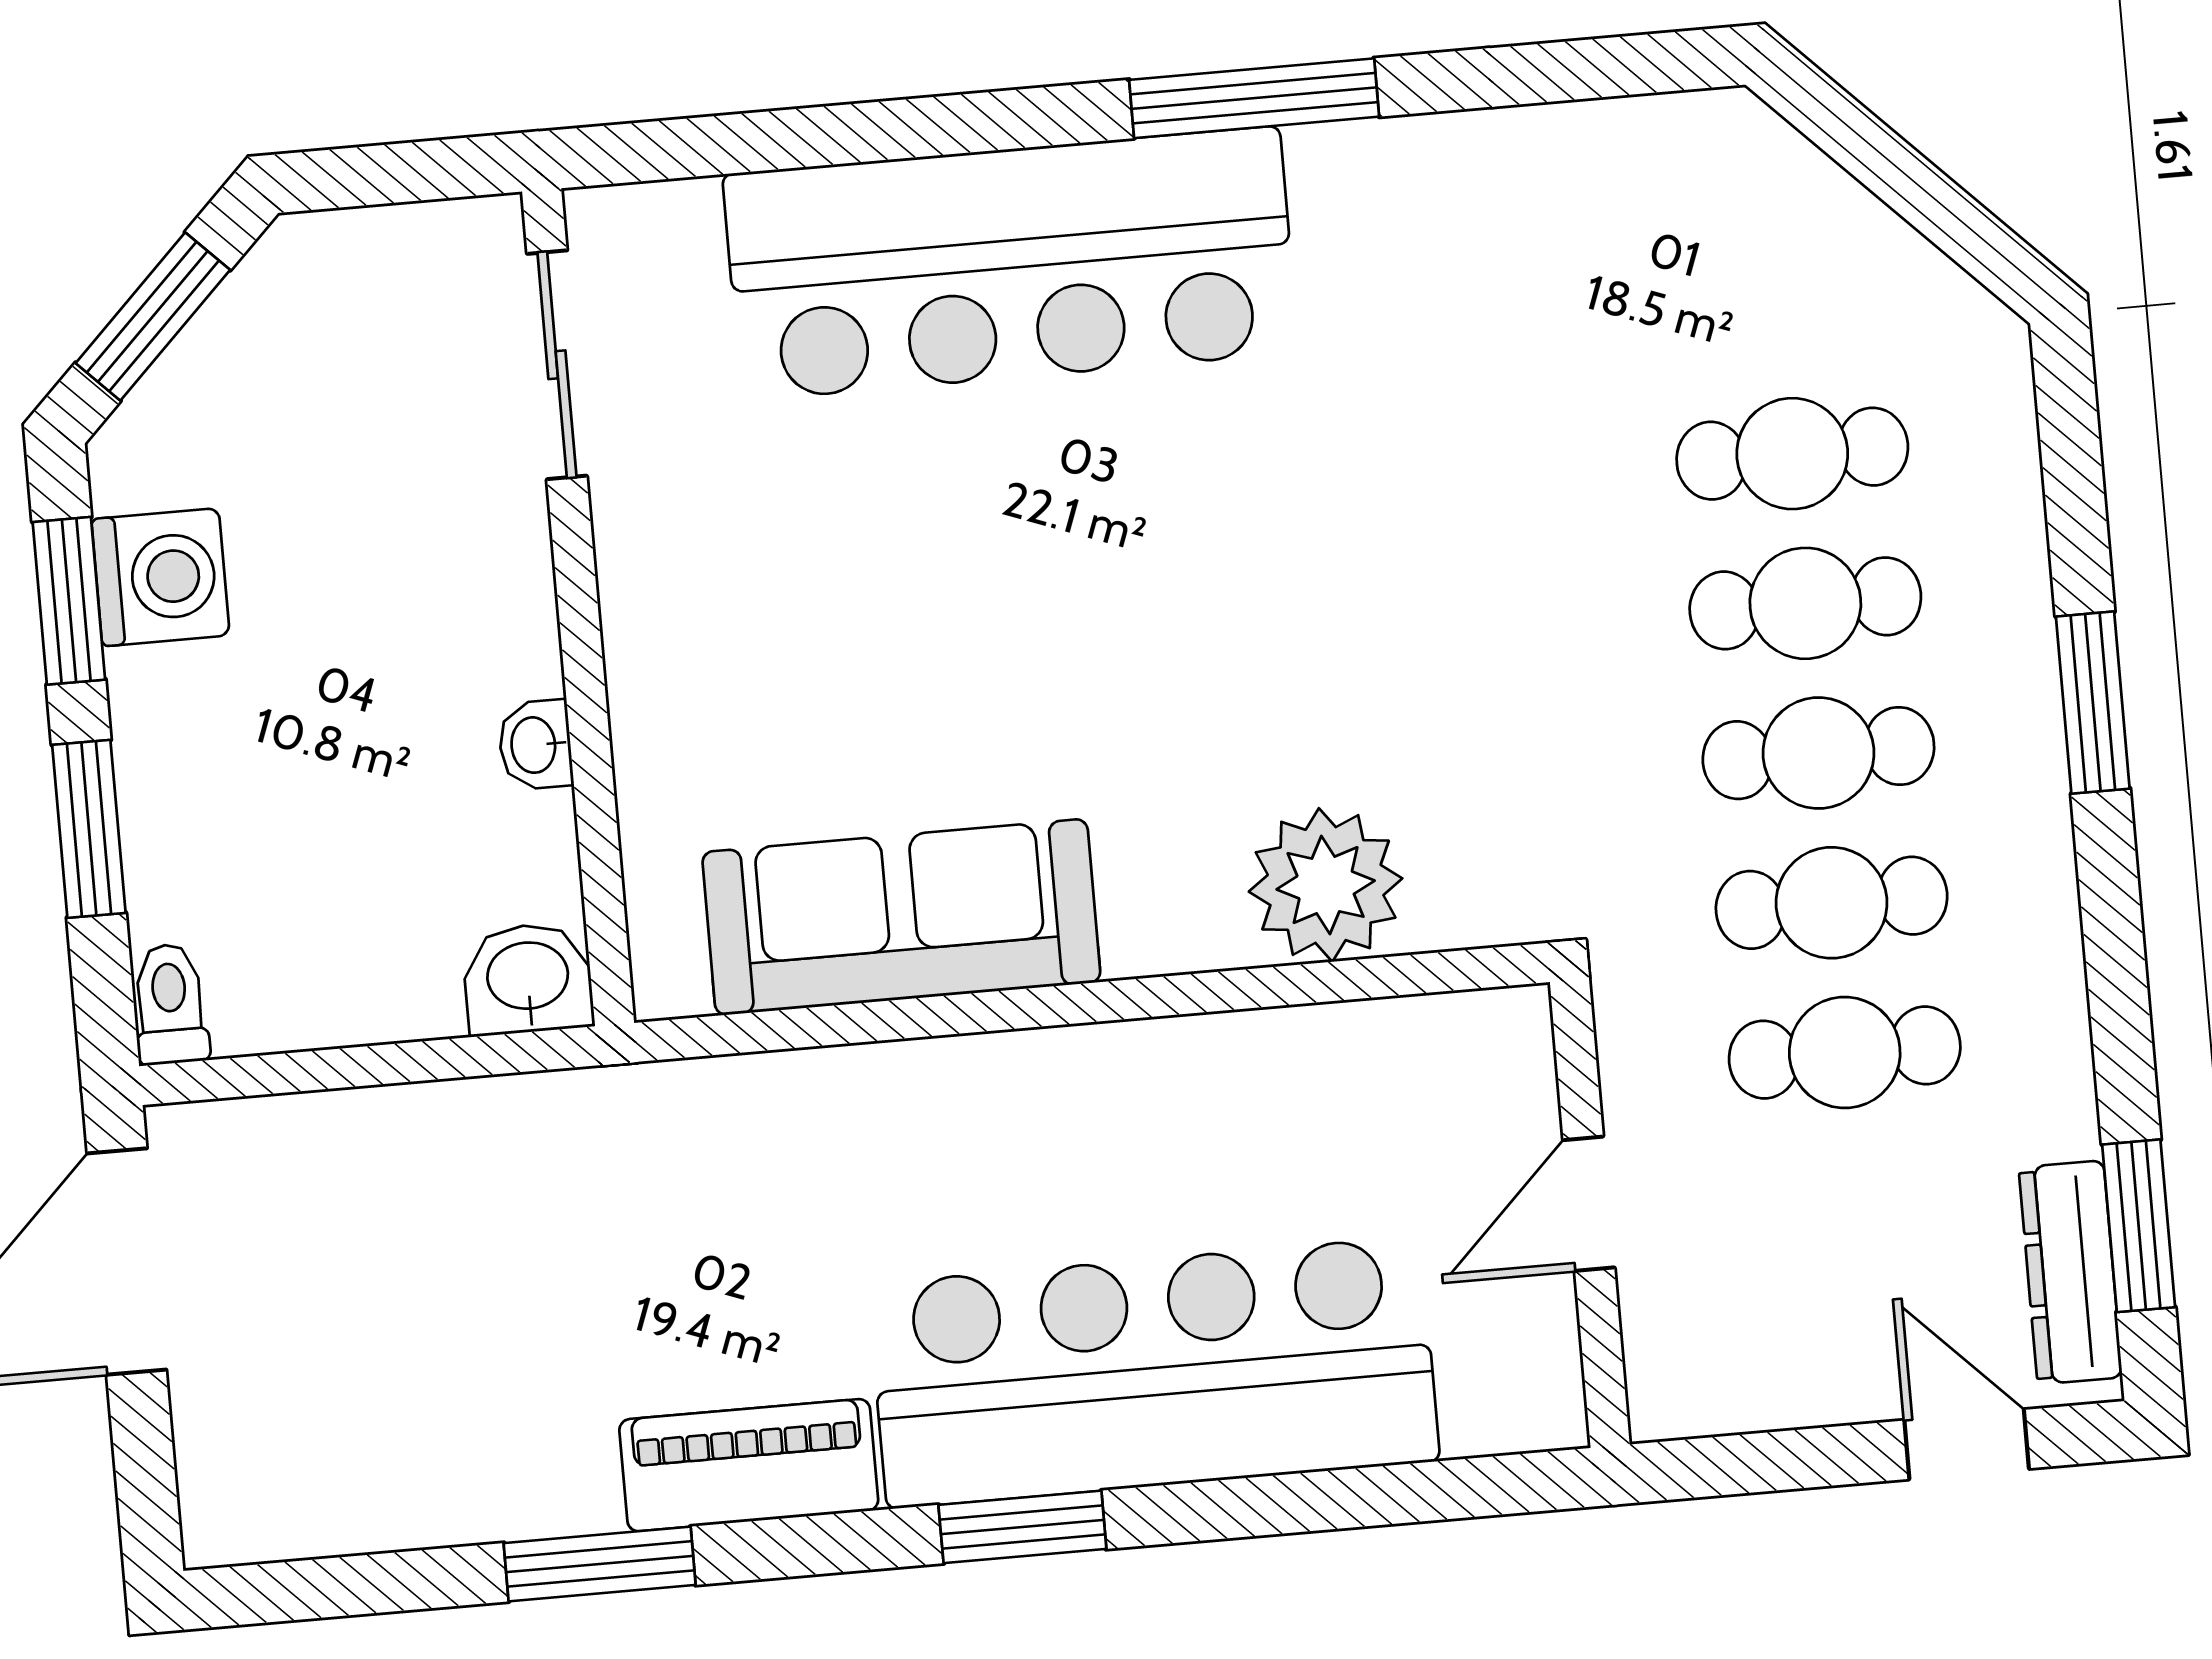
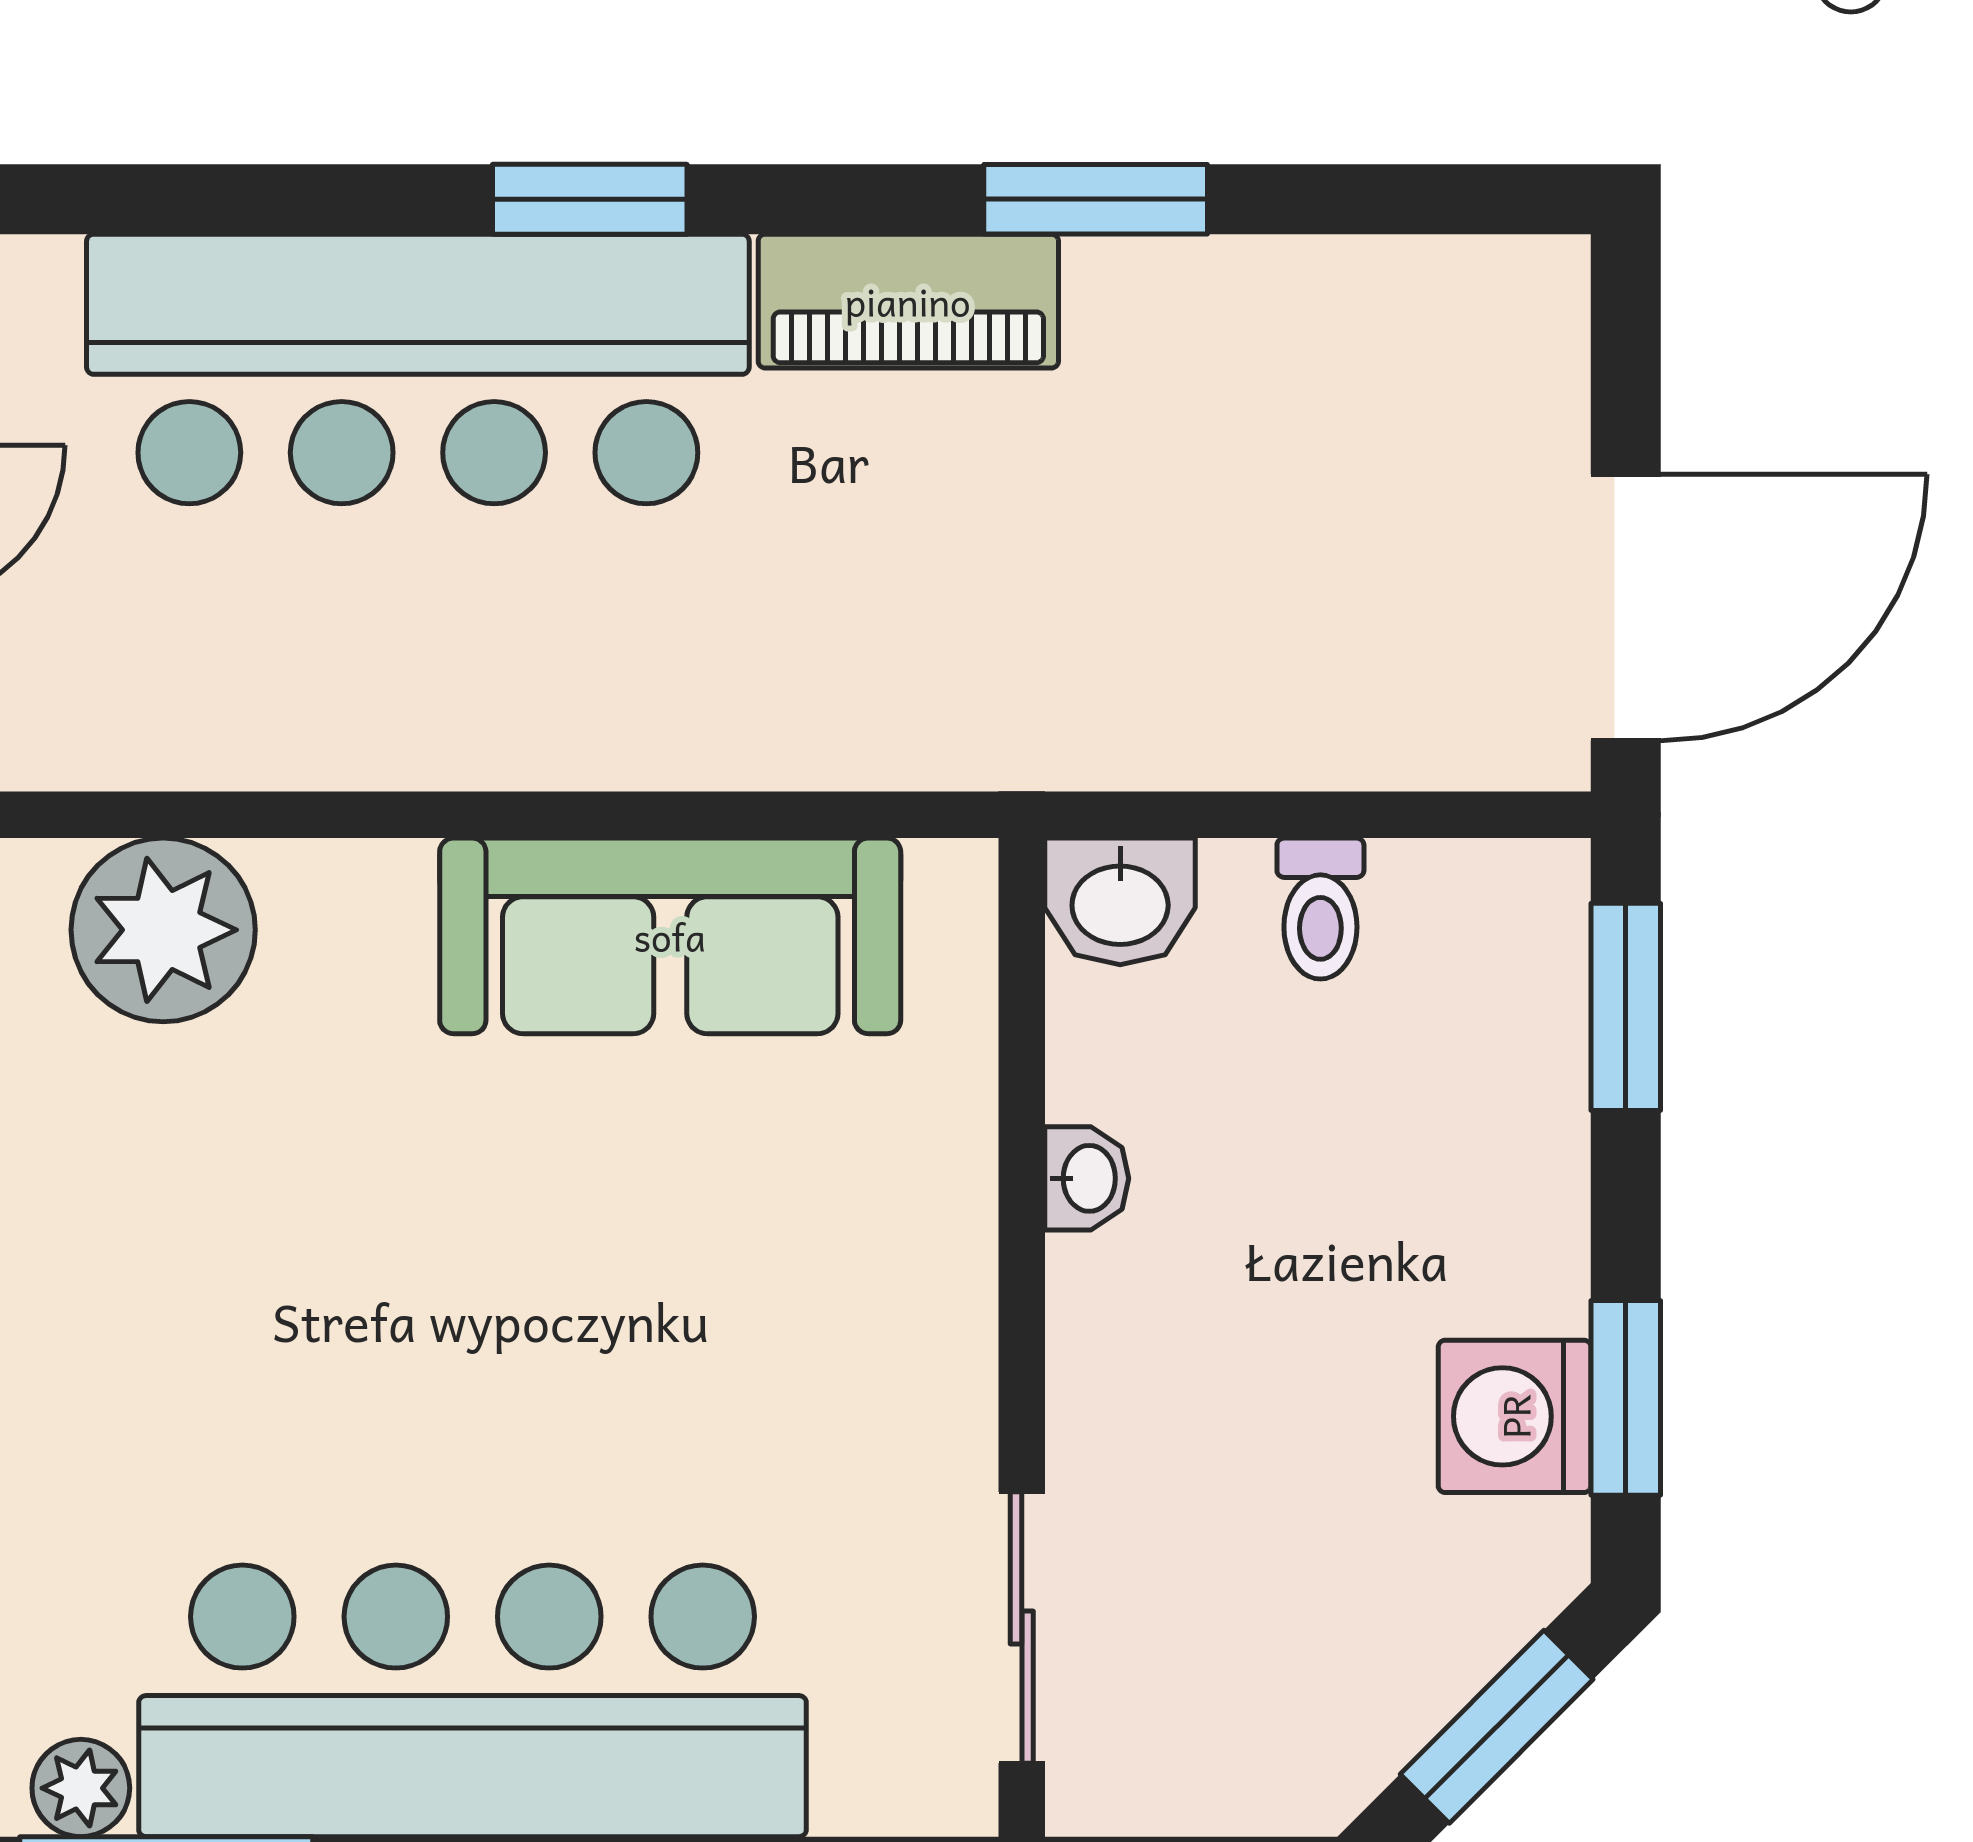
plant: (1332, 162) -> (81, 1788), added
window: (89, 829) -> (1626, 1007), moved
toilet: (170, 1004) -> (1320, 909), moved

